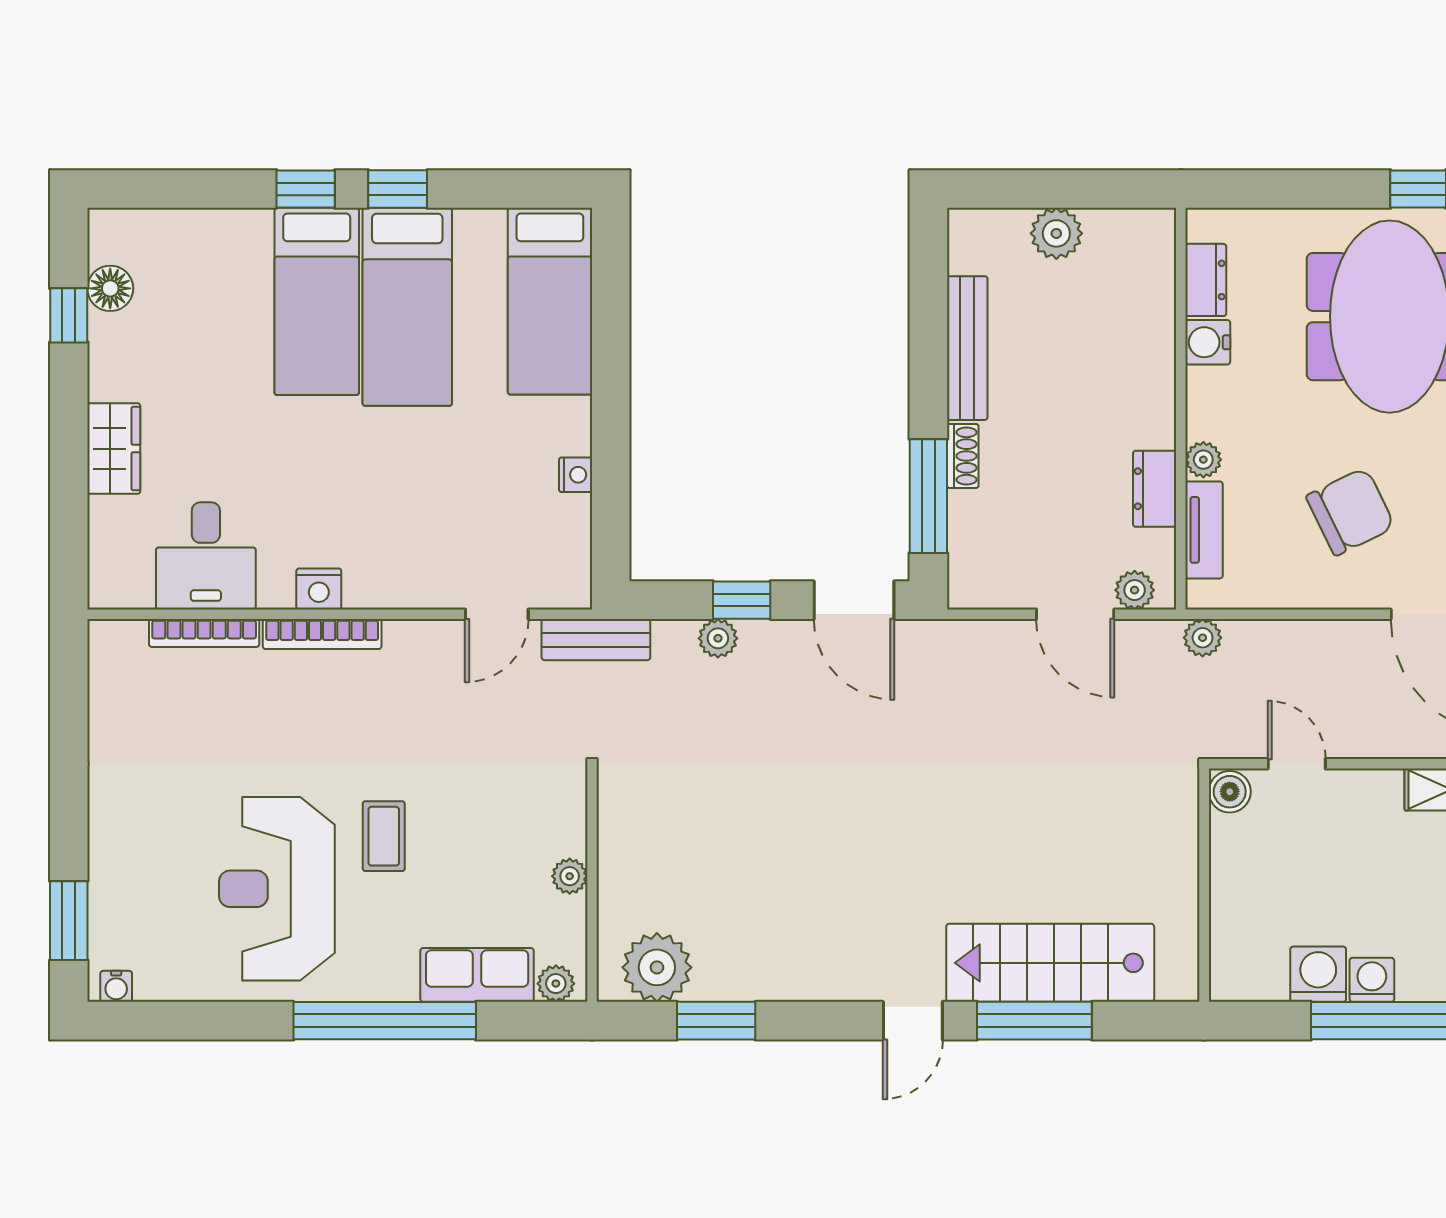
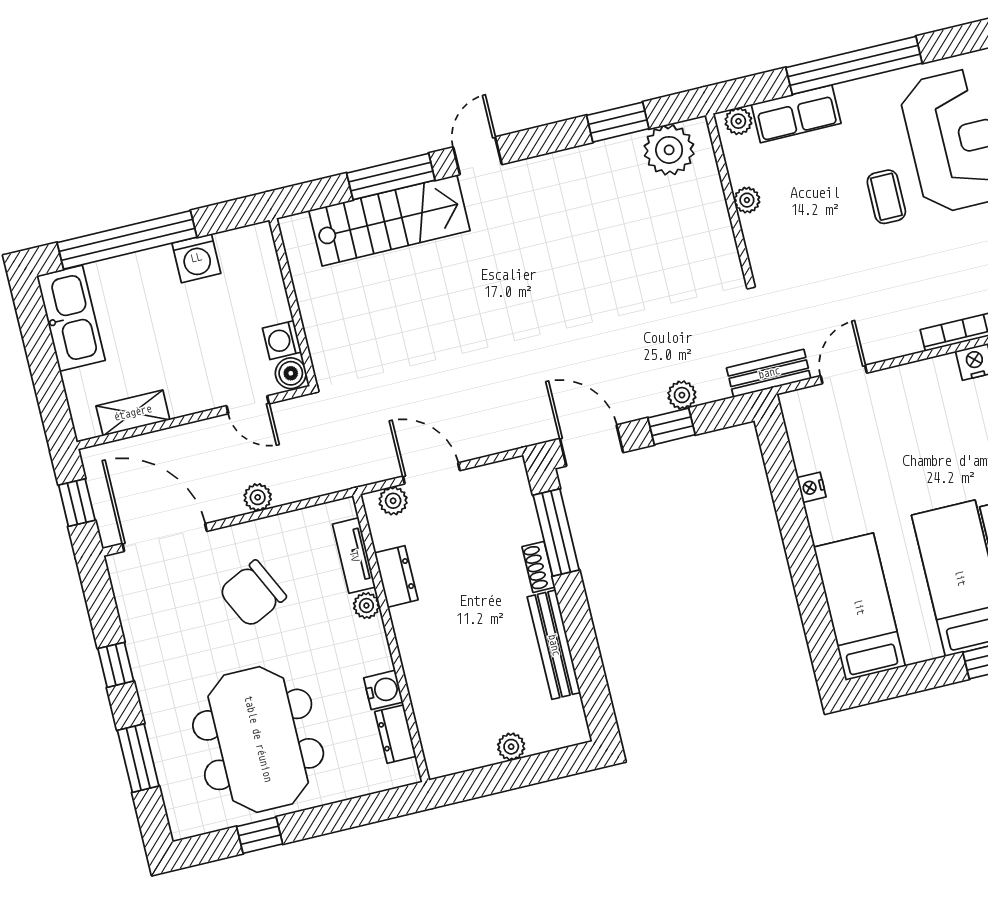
plant: (1056, 233) -> (511, 747), width x0.73, depth x0.73
plant: (1203, 638) -> (258, 497), moved
washing machine: (1372, 980) -> (282, 340), moved, turned 90

